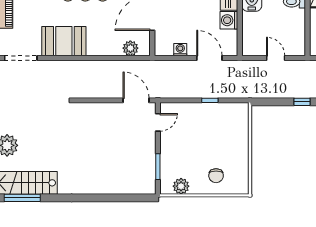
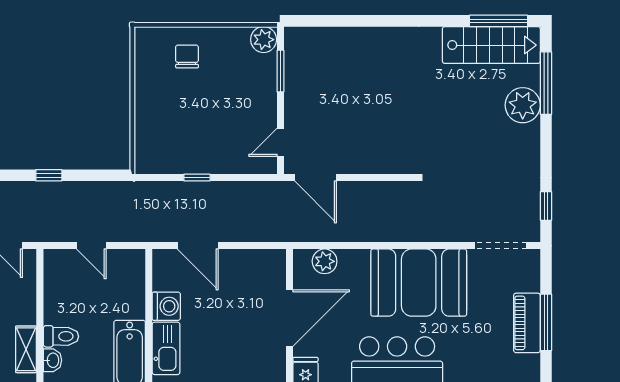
booth: (64, 41) -> (419, 283), width x1.36, depth x1.42
washing machine: (180, 50) -> (244, 259), removed
plant: (181, 186) -> (264, 40), moved

